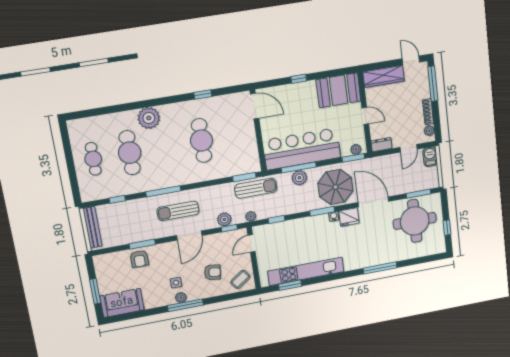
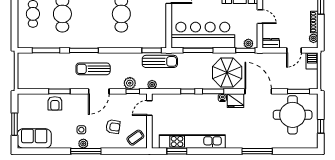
plant: (299, 178) -> (198, 59), removed
window: (117, 199) -> (46, 50), width x2.17
window: (277, 220) -> (188, 91), moved
bench: (92, 227) -> (22, 70), removed

